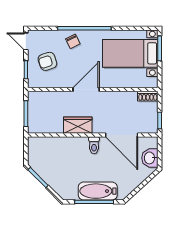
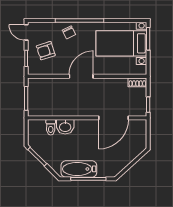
wardrobe: (78, 125) -> (73, 109), removed
door: (122, 135) -> (113, 118), hinge flipped
toilet: (94, 145) -> (51, 127), moved
washbasin: (150, 158) -> (65, 127), moved, turned -90
bathtub: (98, 191) -> (79, 169), moved

